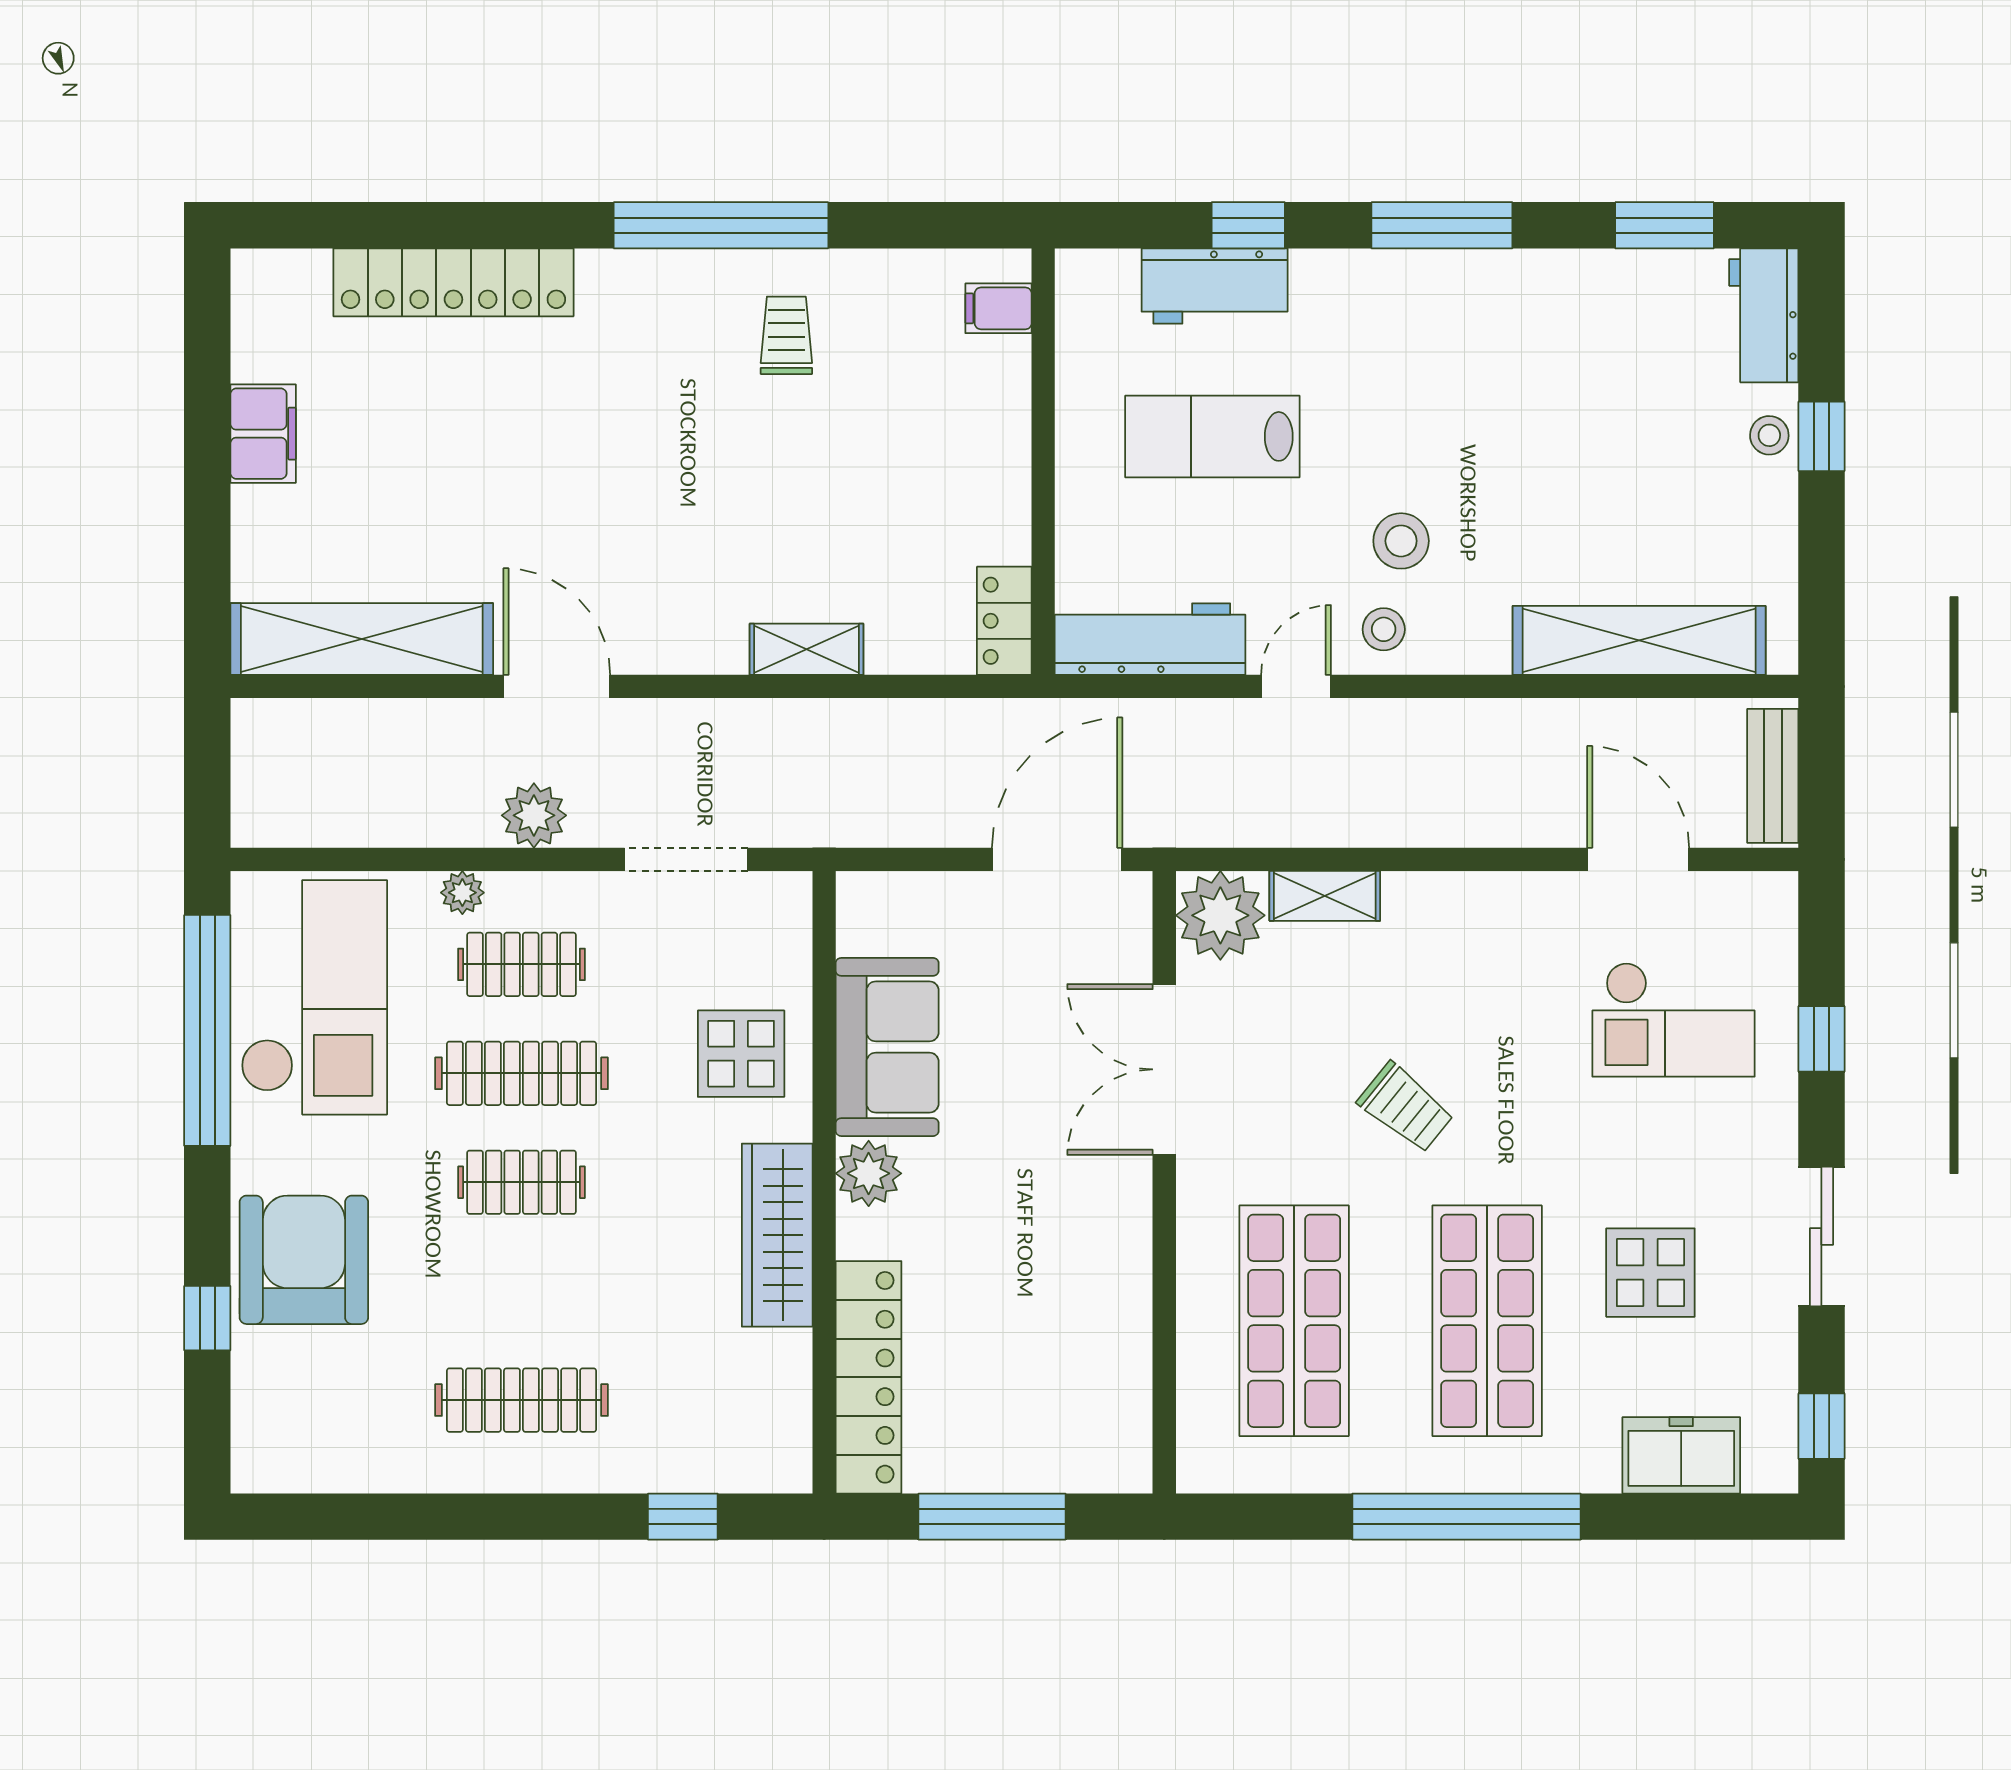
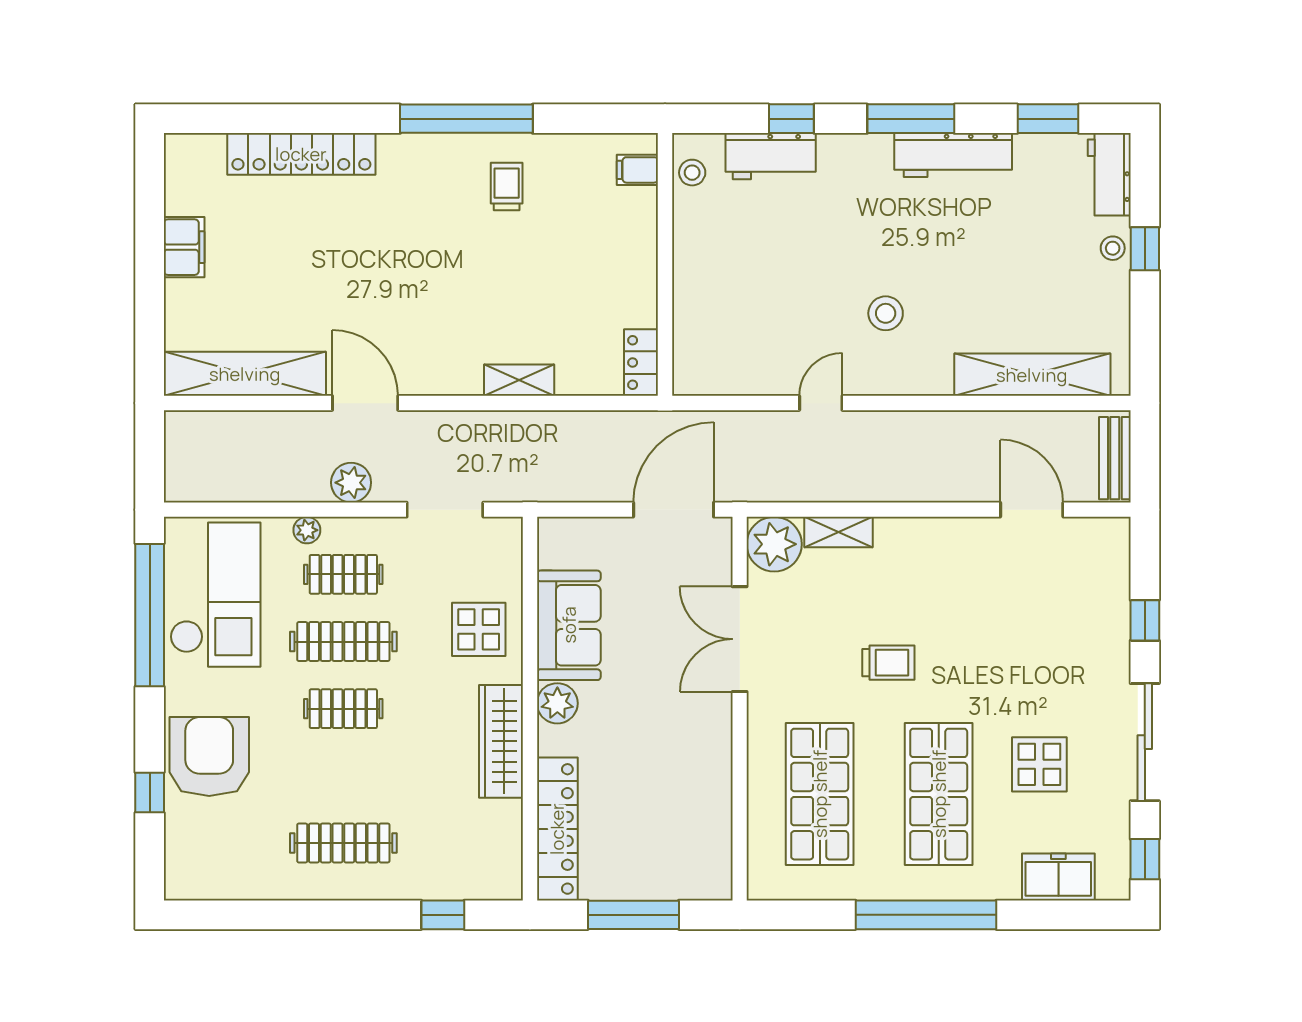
lab bench: (1212, 436) -> (769, 249), removed
stool: (1384, 629) -> (692, 173), moved
workbench: (1150, 639) -> (953, 155), moved, turned 180
checkout: (1673, 1020) -> (1054, 608), removed
trolley: (1406, 1108) -> (888, 663), turned -39
sliding door: (1821, 1236) -> (1145, 742), width x1.37

